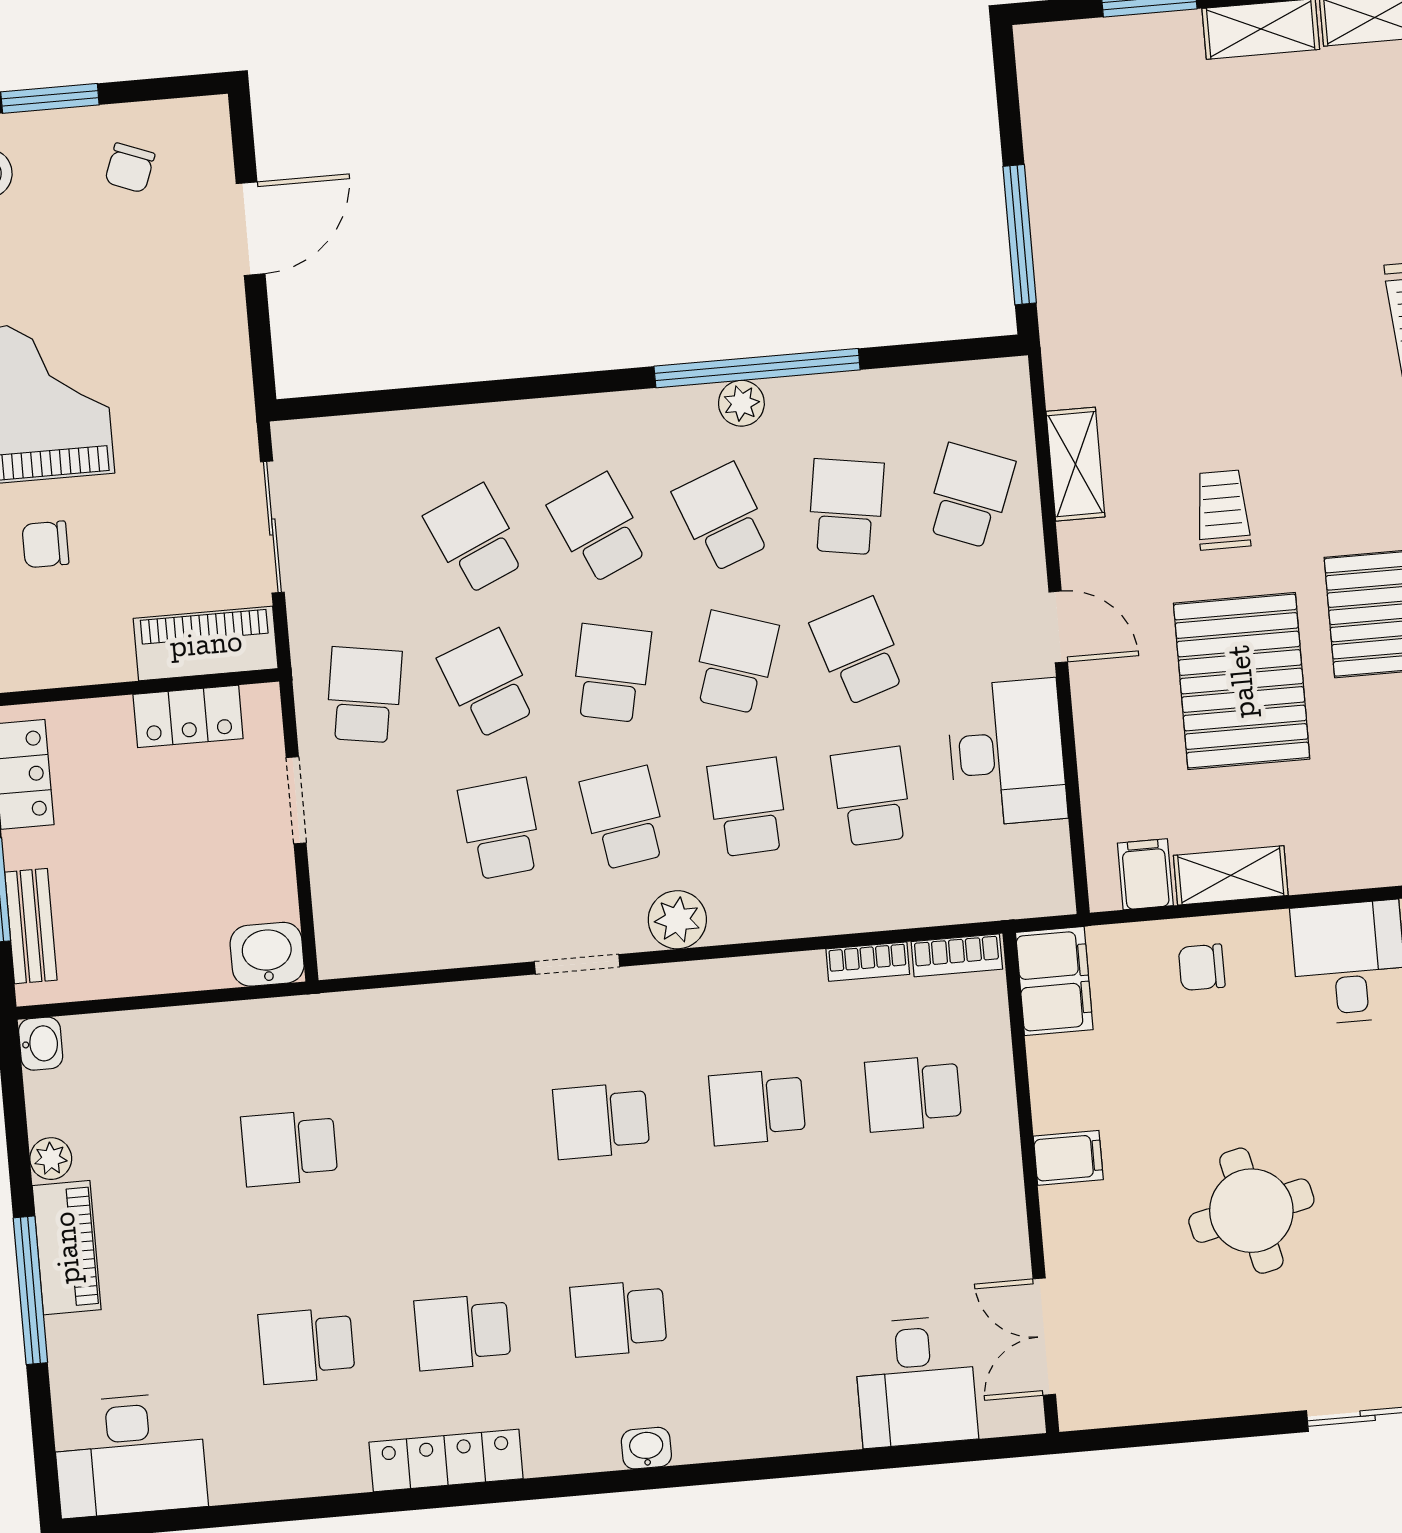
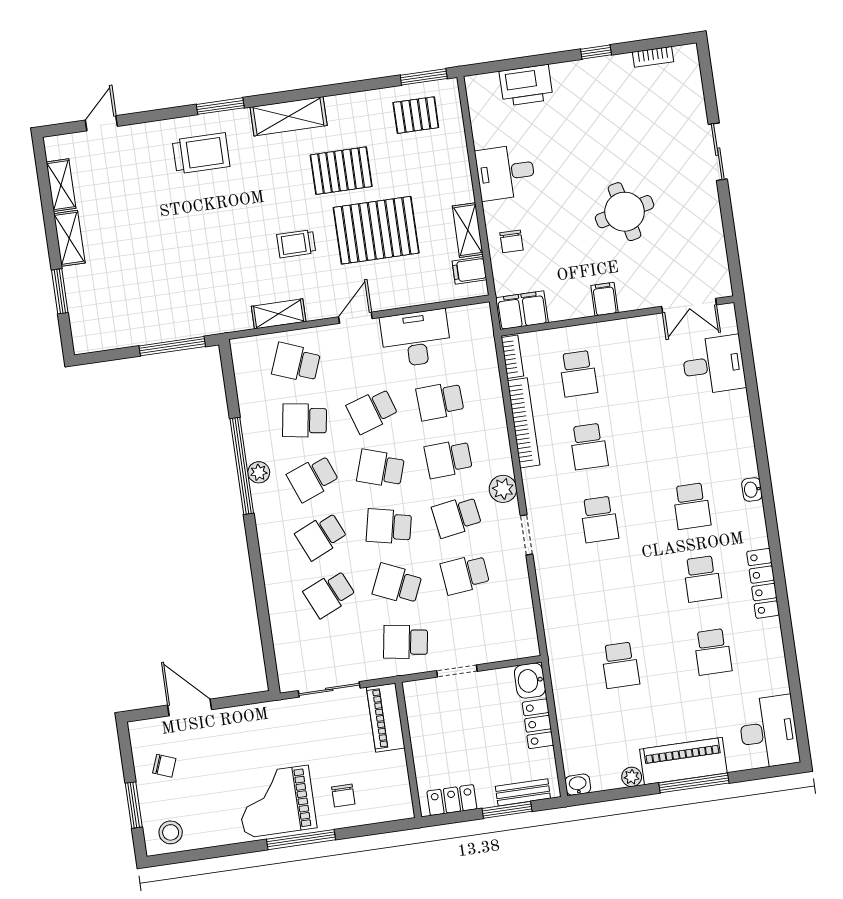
school desk: (488, 684) -> (397, 584), turned 45
locker: (188, 716) -> (538, 724), moved, turned 180
bookcase: (868, 962) -> (524, 423), width x2.31, depth x1.31
piano: (67, 1248) -> (683, 761), width x1.37, depth x1.33

